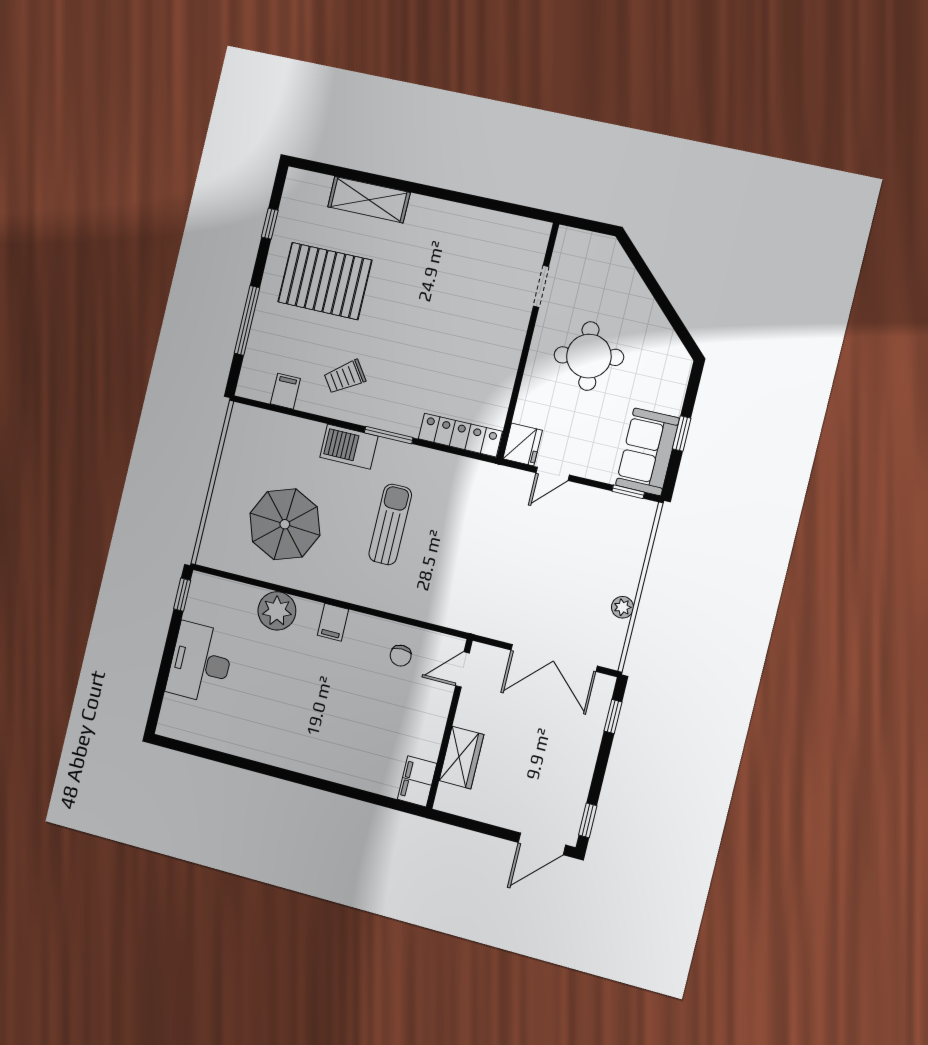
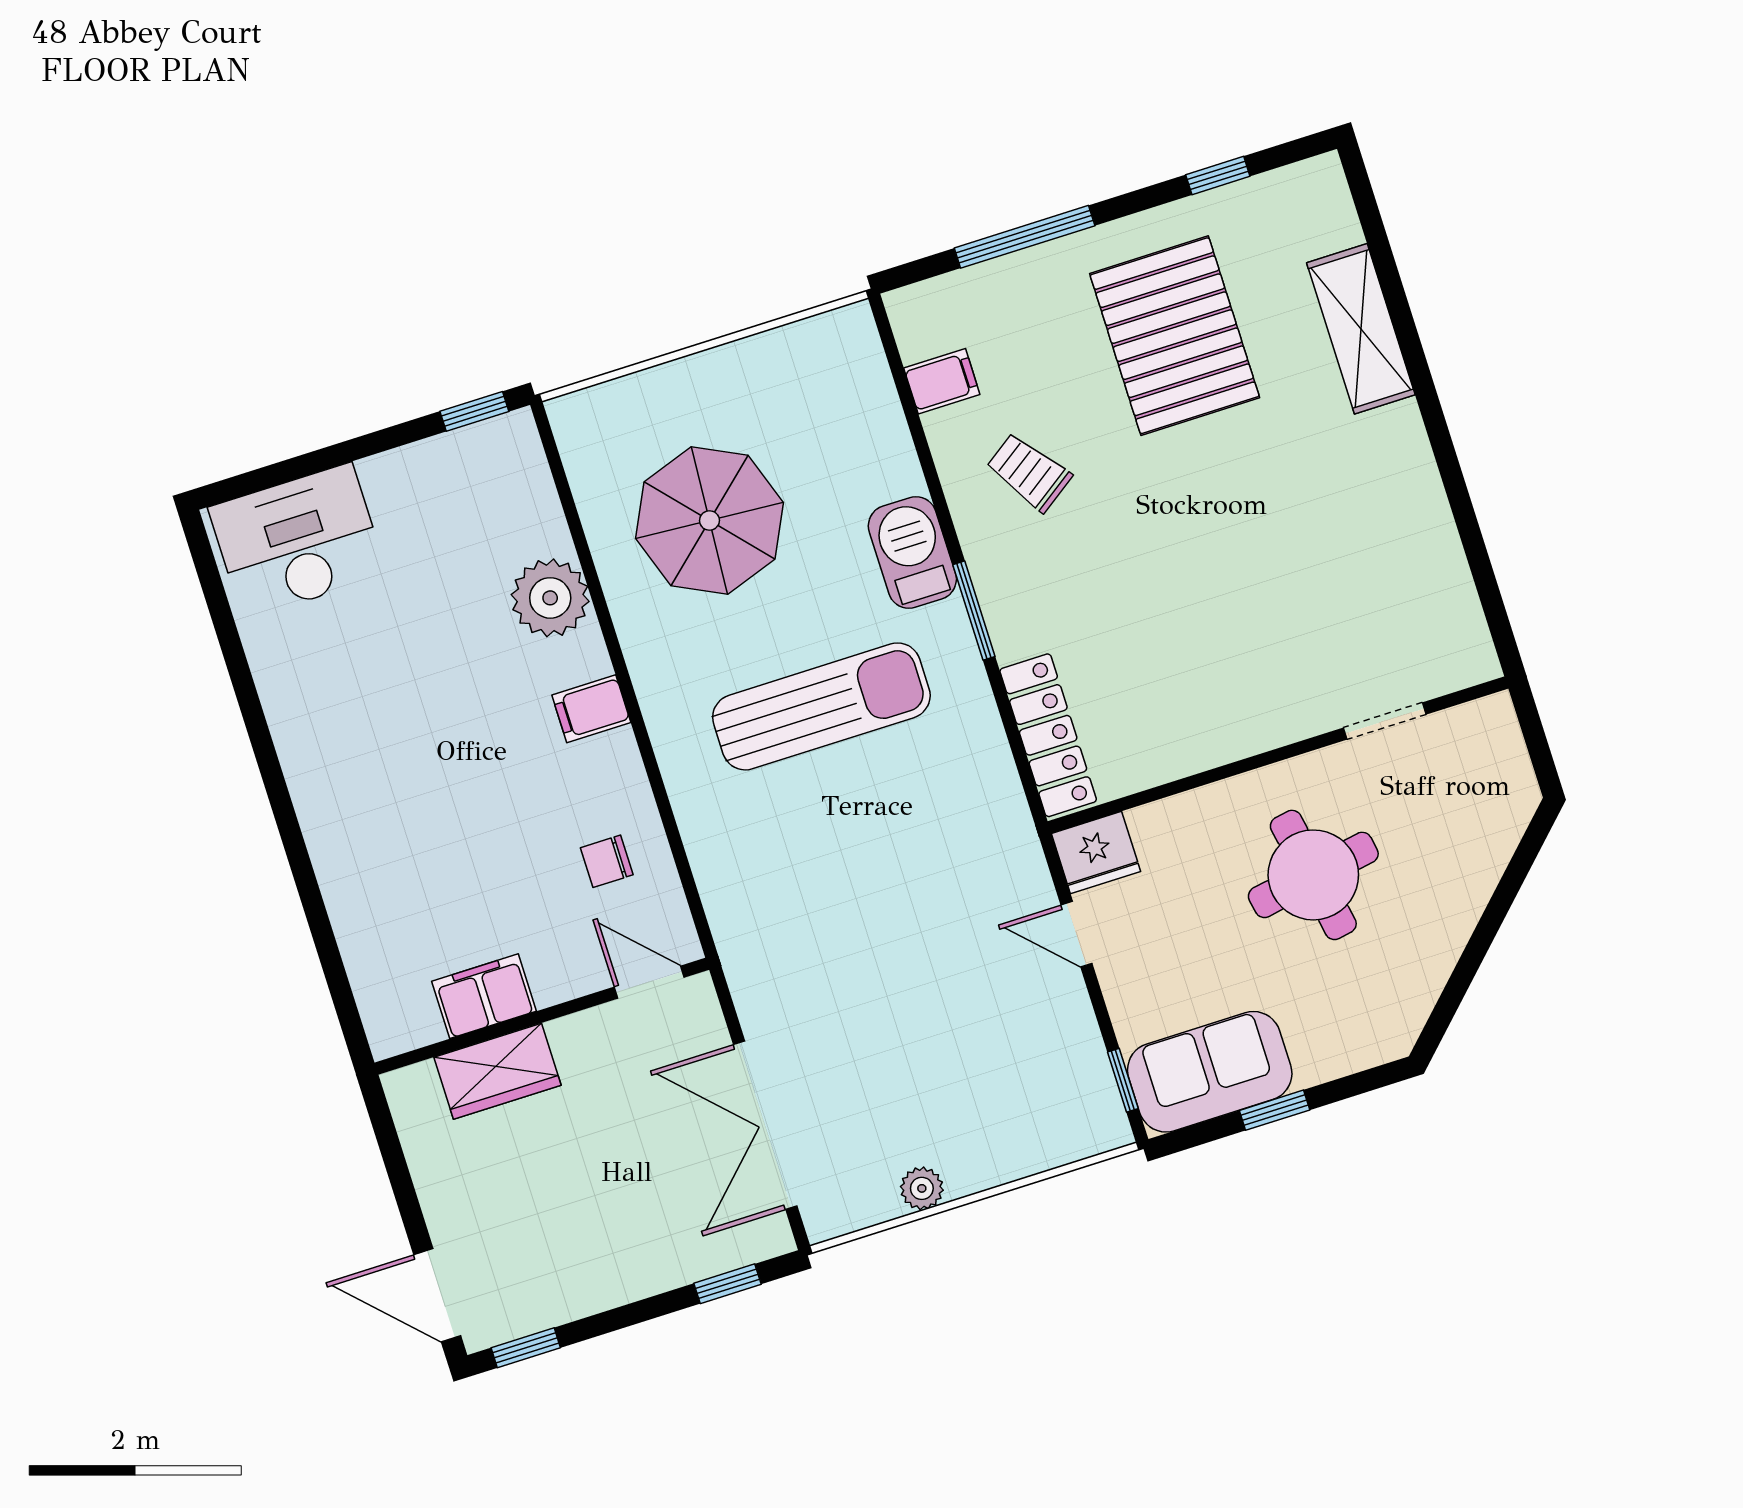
sun lounger: (390, 524) -> (821, 706), width x1.36, depth x1.34
desk: (200, 663) -> (298, 541), moved
filing cabinet: (417, 781) -> (484, 996), moved

